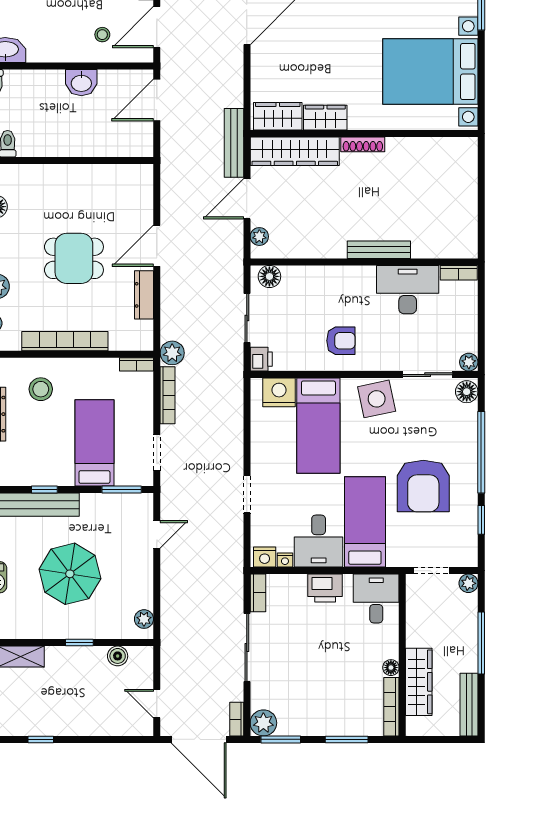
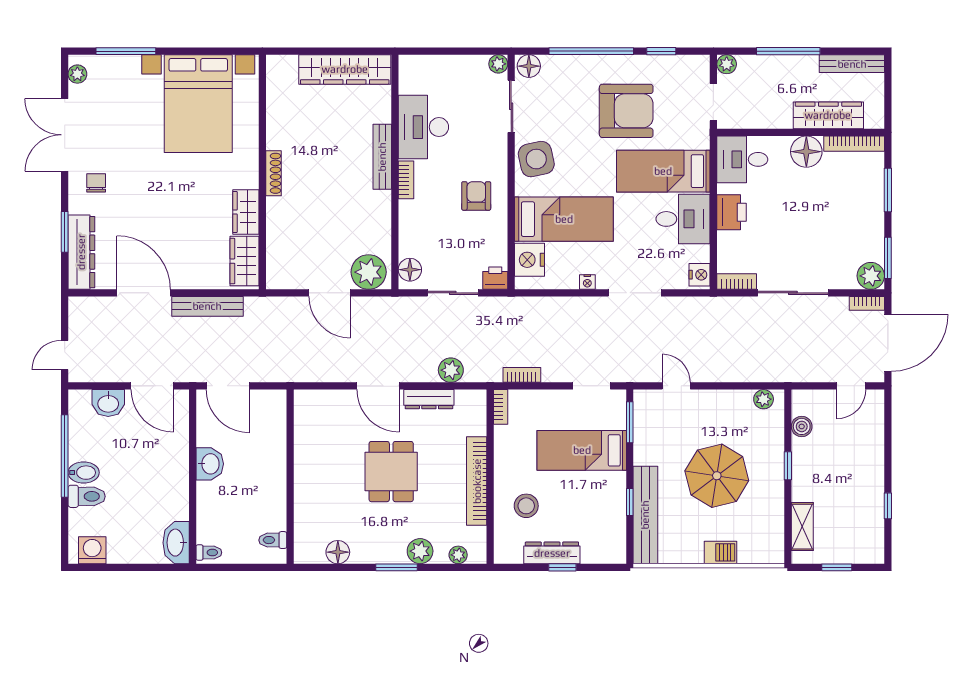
stool: (102, 35) -> (160, 442), removed
bench: (234, 143) -> (207, 306), moved
wardrobe: (295, 151) -> (345, 69), moved, turned 90
plant: (259, 237) -> (369, 272), width x1.87, depth x1.87
bookcase: (459, 273) -> (406, 180), moved
plant: (172, 353) -> (451, 370), moved
bookcase: (168, 395) -> (522, 375), width x0.64
doorway: (247, 494) -> (635, 293), width x1.38
nightstand: (285, 560) -> (587, 282), moved, turned 90
floor lamp: (391, 668) -> (806, 152), width x1.89, depth x1.89

